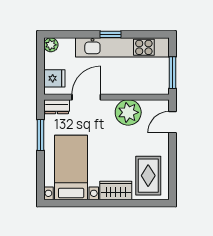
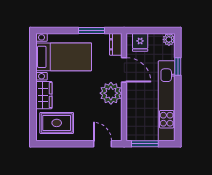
window: (111, 34) -> (178, 67), moved
plant: (128, 112) -> (111, 93), moved

